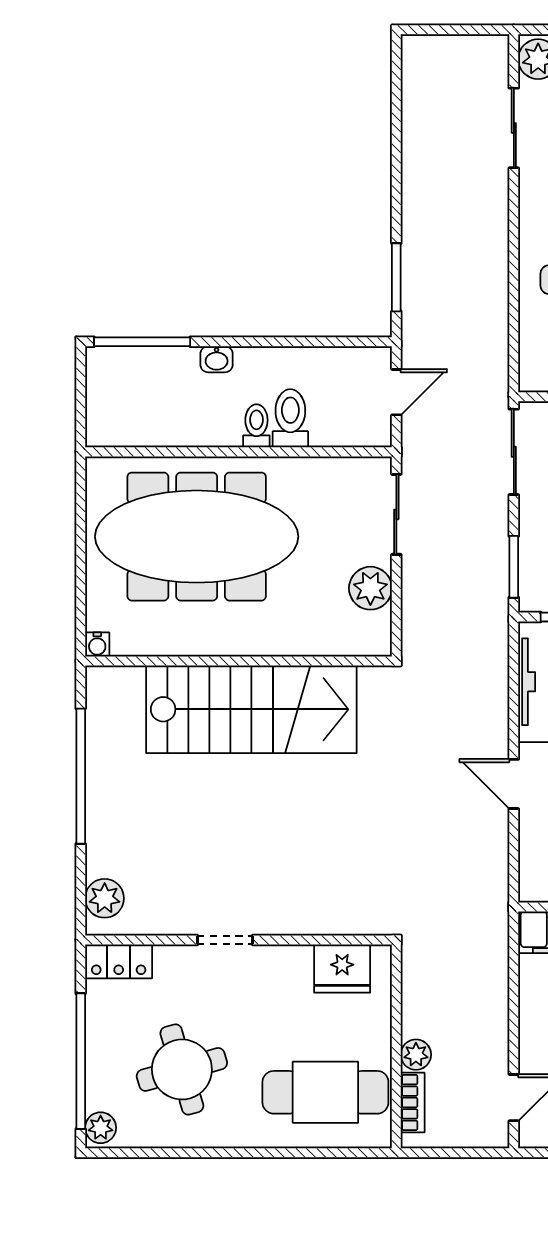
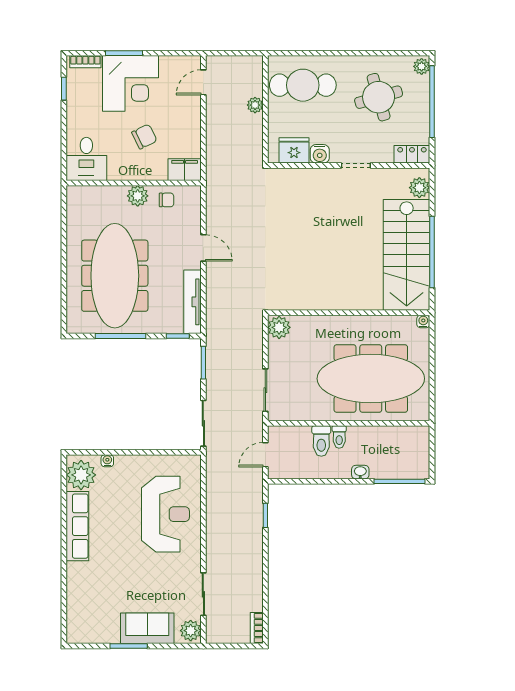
window: (396, 277) -> (265, 515), width x0.67
plant: (370, 588) -> (279, 327), moved
stairs: (251, 709) -> (407, 255), moved, turned -90
water cooler: (293, 962) -> (320, 154), added
bookcase: (413, 1102) -> (257, 628), moved

